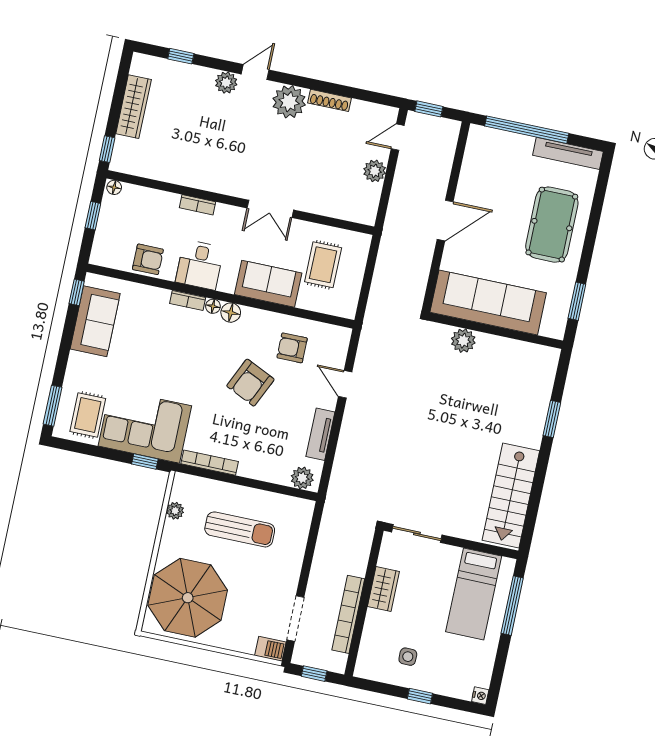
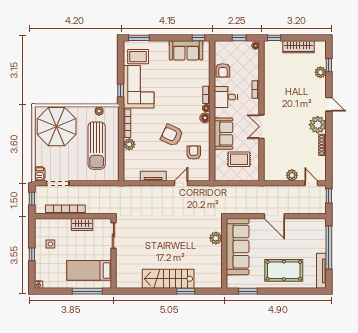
plant: (226, 83) -> (320, 72), moved
plant: (302, 478) -> (129, 144), moved
stairs: (511, 495) -> (168, 279), moved
sun lounger: (240, 529) -> (97, 146), width x1.36, depth x1.34

